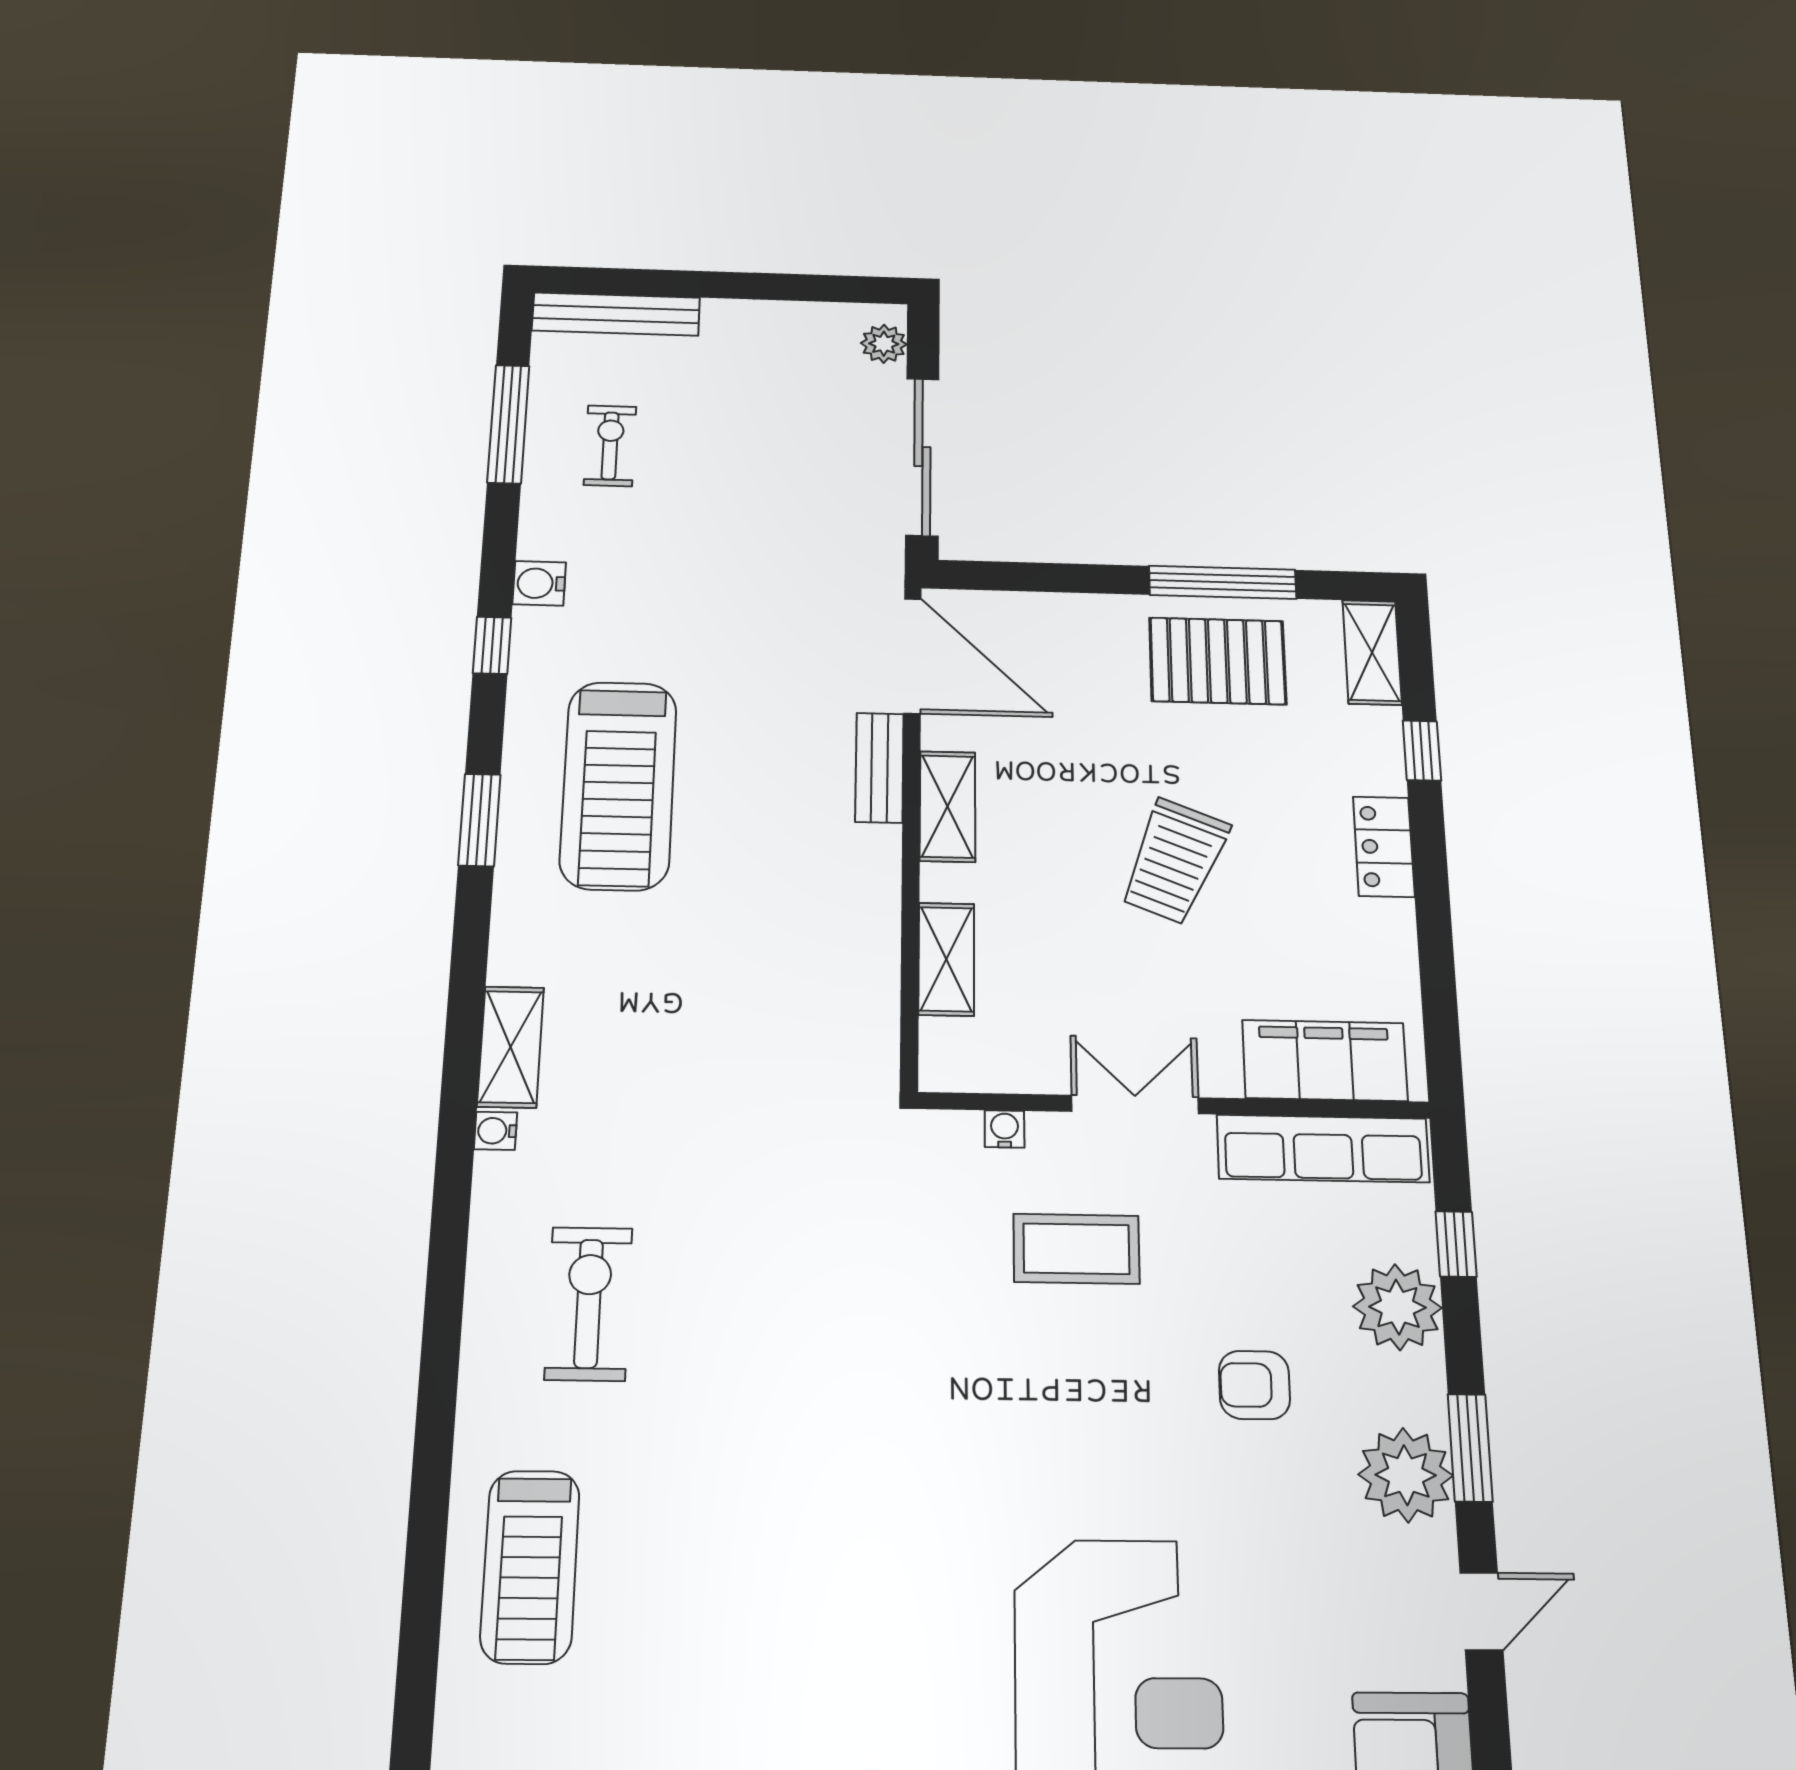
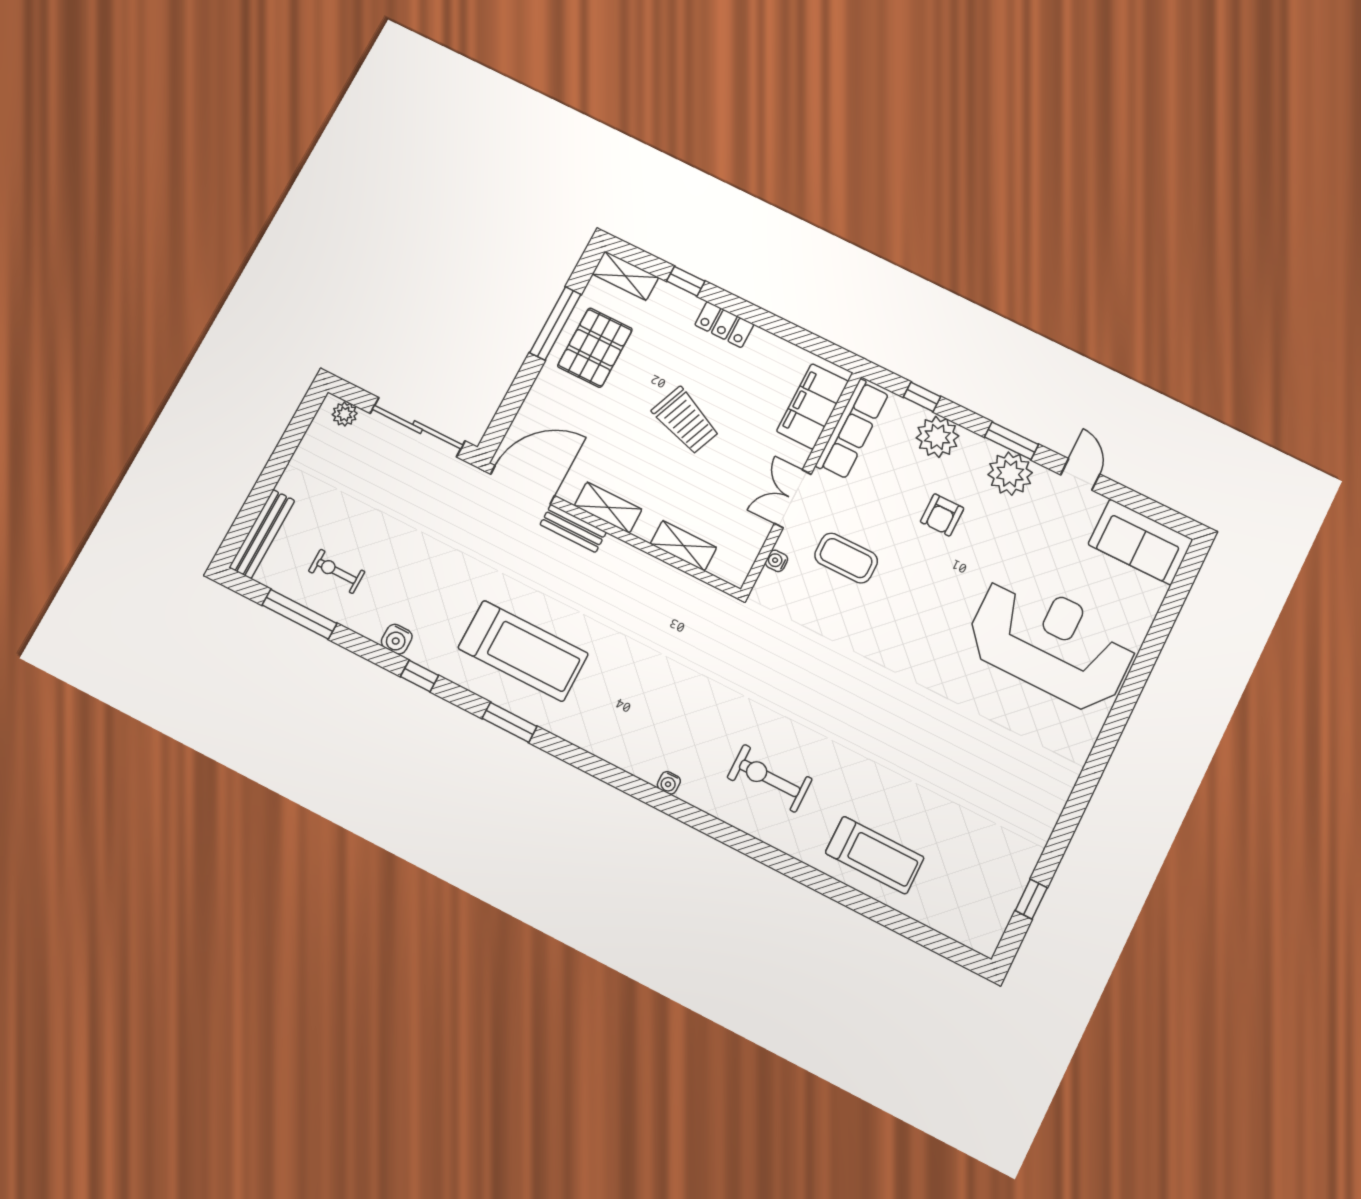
shelving: (510, 1047) -> (631, 758), removed
coffee table: (1076, 1249) -> (846, 558), turned 90

